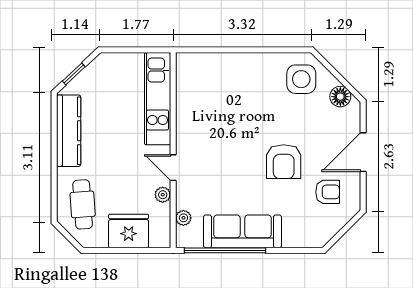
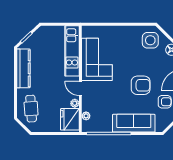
corner sofa: (203, 114) -> (97, 59), added
armchair: (284, 162) -> (141, 85), turned -90
fridge: (129, 231) -> (70, 119), moved, turned -90
sofa: (242, 231) -> (134, 123), moved

